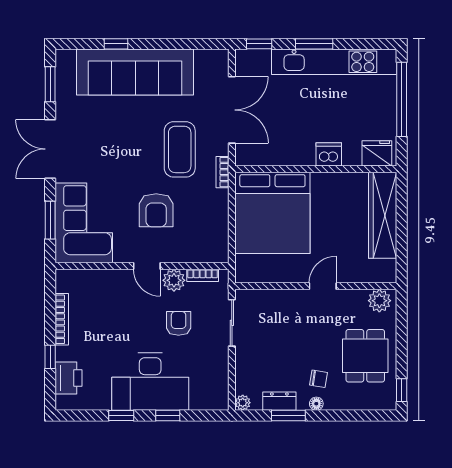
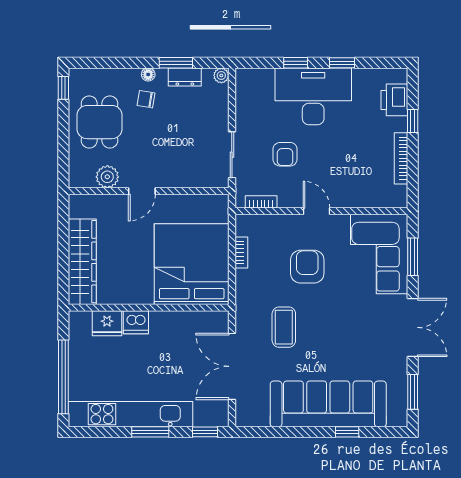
coffee table: (180, 149) -> (284, 327), width x0.73, depth x0.76
fridge: (377, 153) -> (107, 323), moved
bookcase: (223, 172) -> (241, 253), moved
plant: (174, 280) -> (290, 197), removed
plant: (379, 301) -> (107, 177), moved

